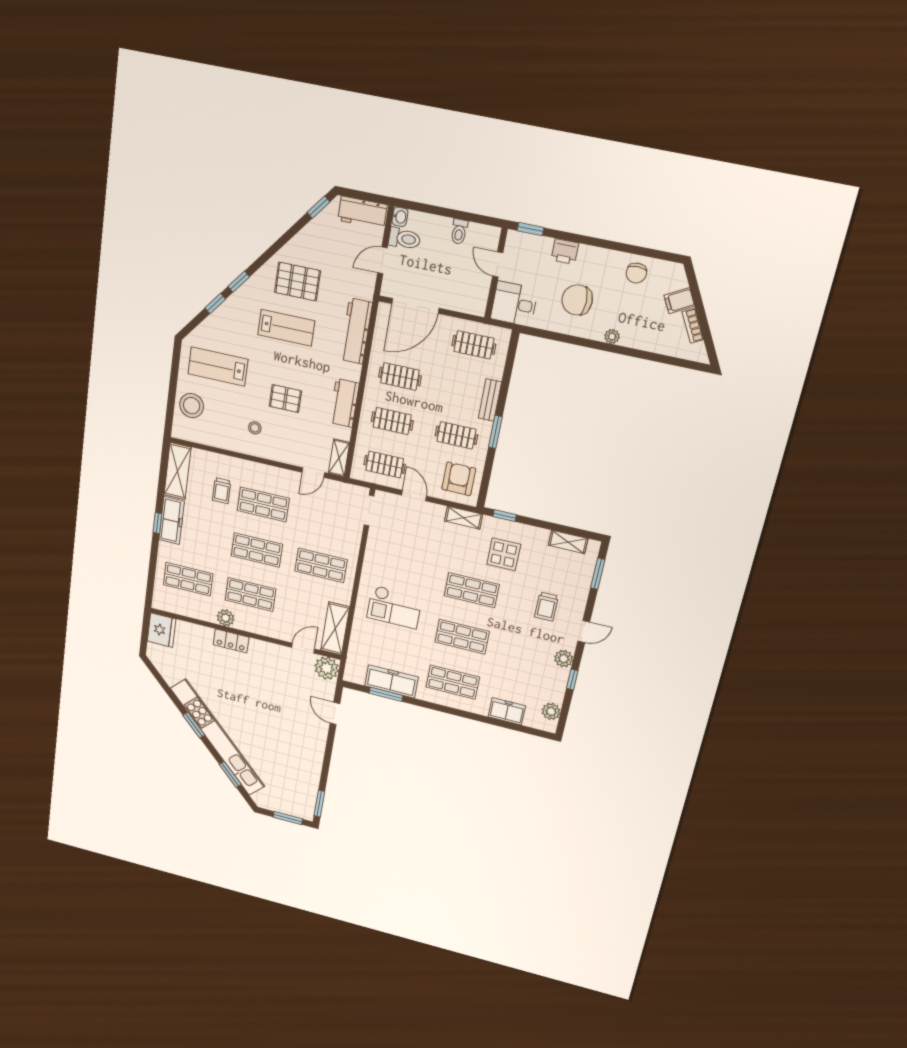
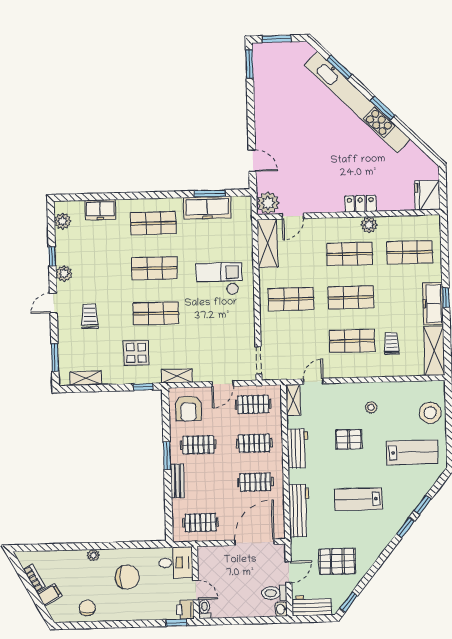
toilet: (459, 232) -> (205, 609), moved
printer: (565, 252) -> (185, 610), moved, turned -90
pallet: (297, 282) -> (337, 561), moved
door: (414, 496) -> (223, 384), hinge flipped

